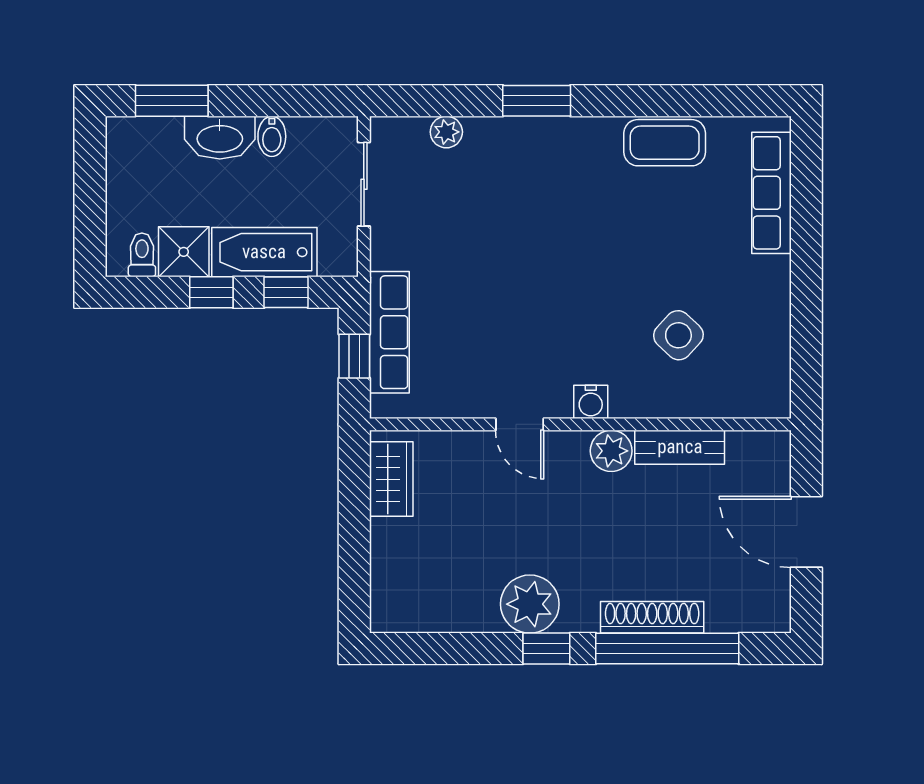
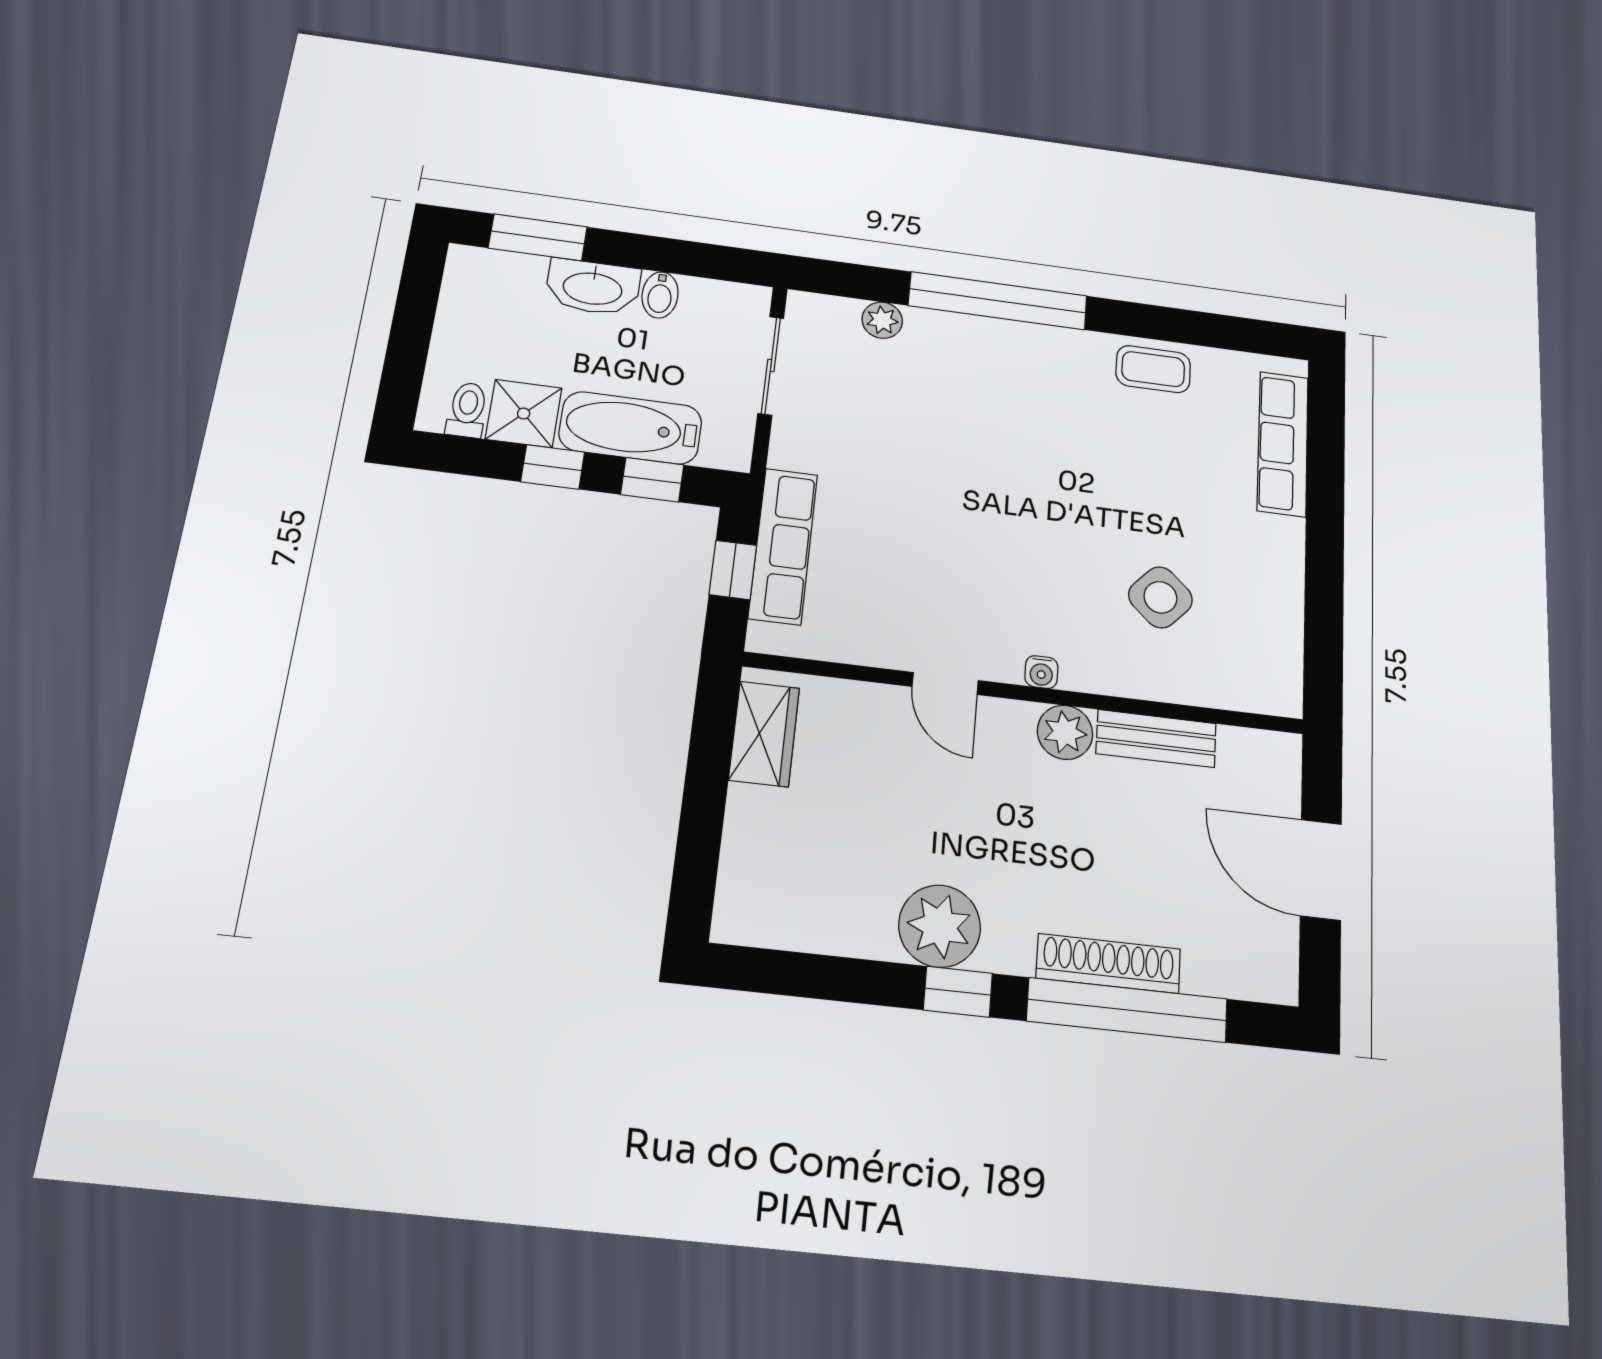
window: (537, 101) -> (998, 301), width x2.11
coffee table: (665, 143) -> (1153, 369), width x0.73, depth x0.77
water cooler: (591, 402) -> (1041, 672), width x0.72, depth x0.72

